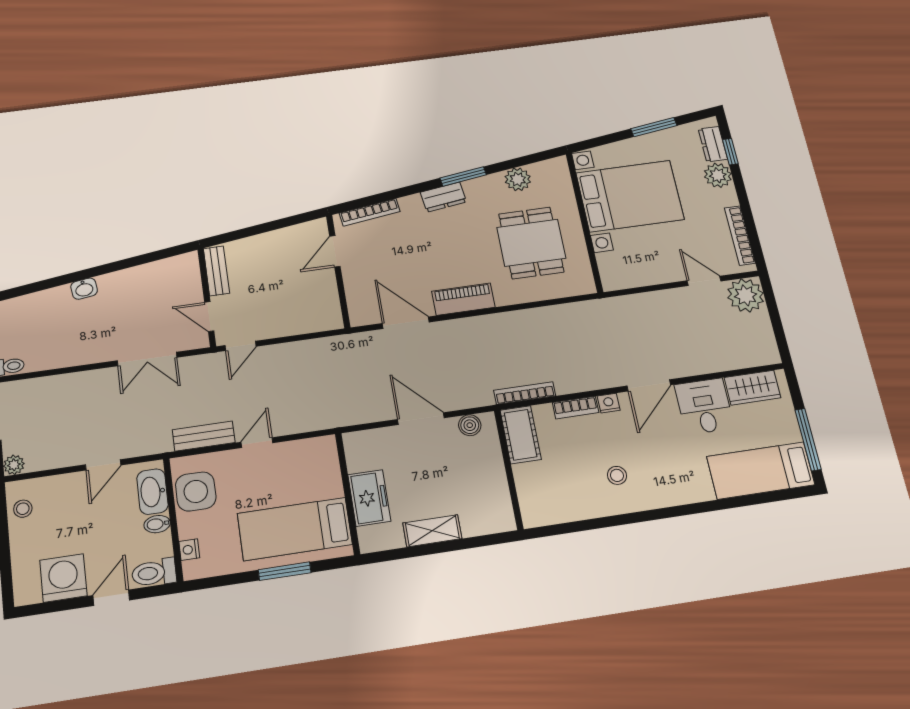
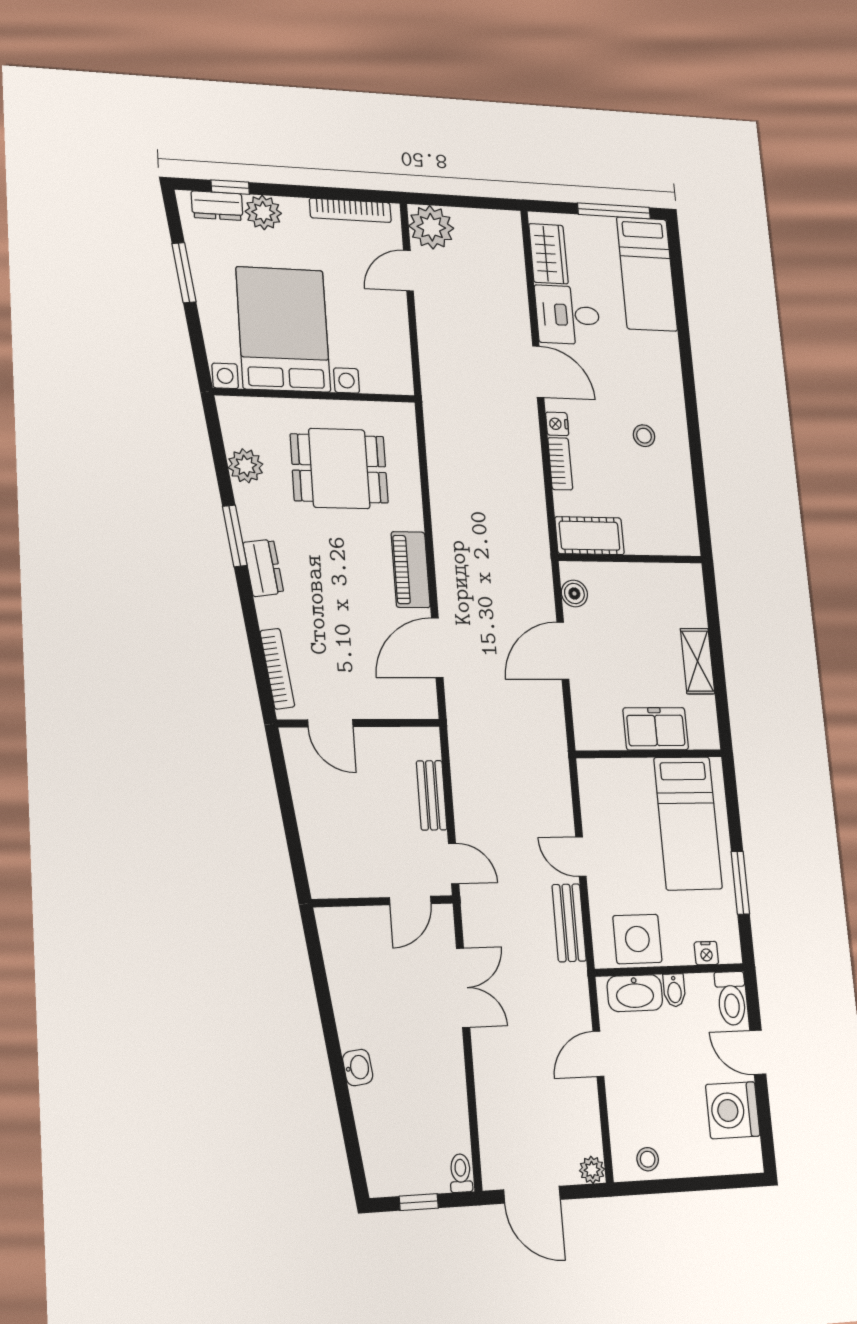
bench: (216, 271) -> (432, 795), moved, turned 90
bookcase: (525, 393) -> (538, 520), removed
door: (103, 465) -> (598, 1054), swing flipped
window: (285, 571) -> (740, 883), moved

